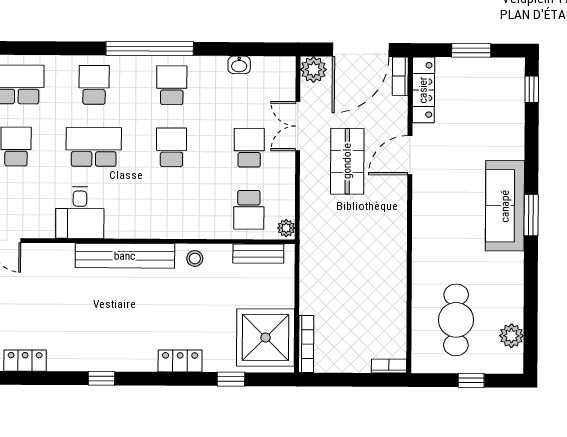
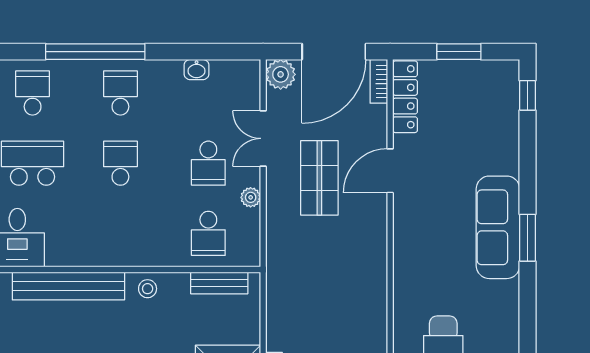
school desk: (249, 148) -> (208, 163), turned 180
plant: (286, 228) -> (251, 197), moved

